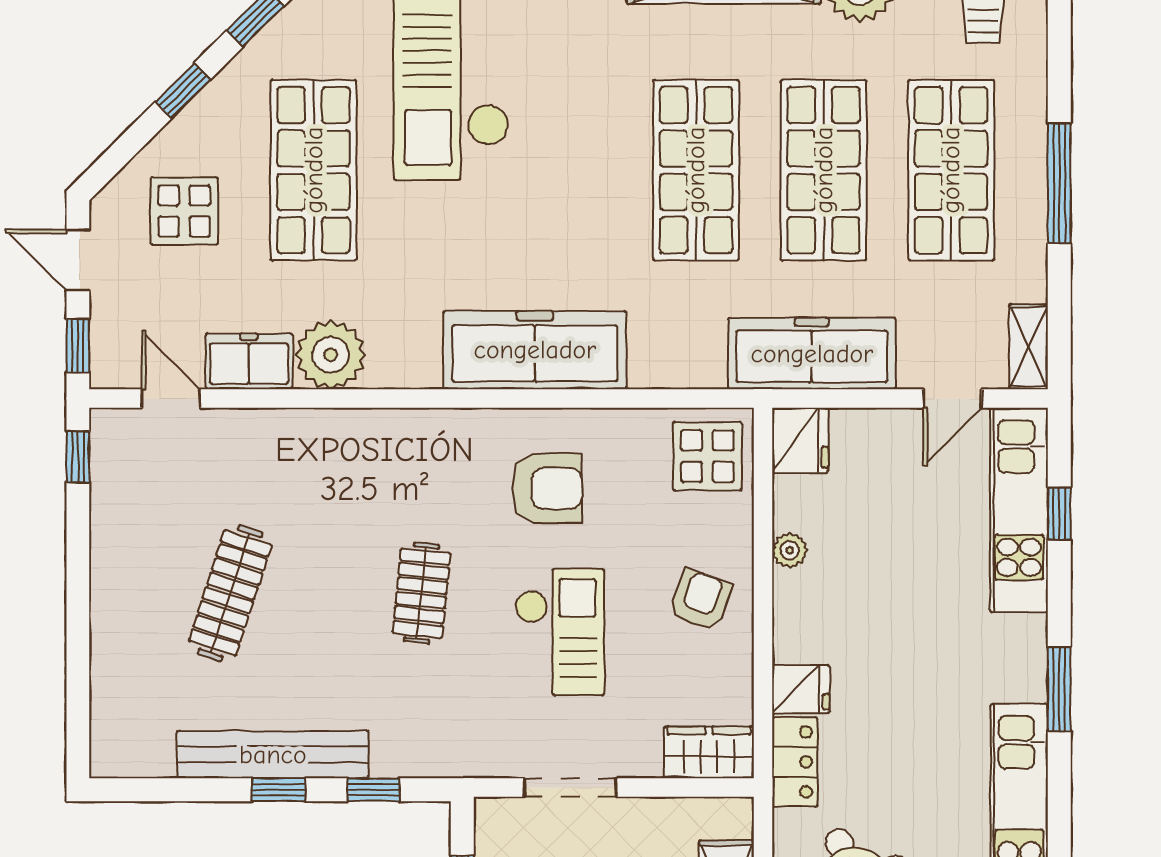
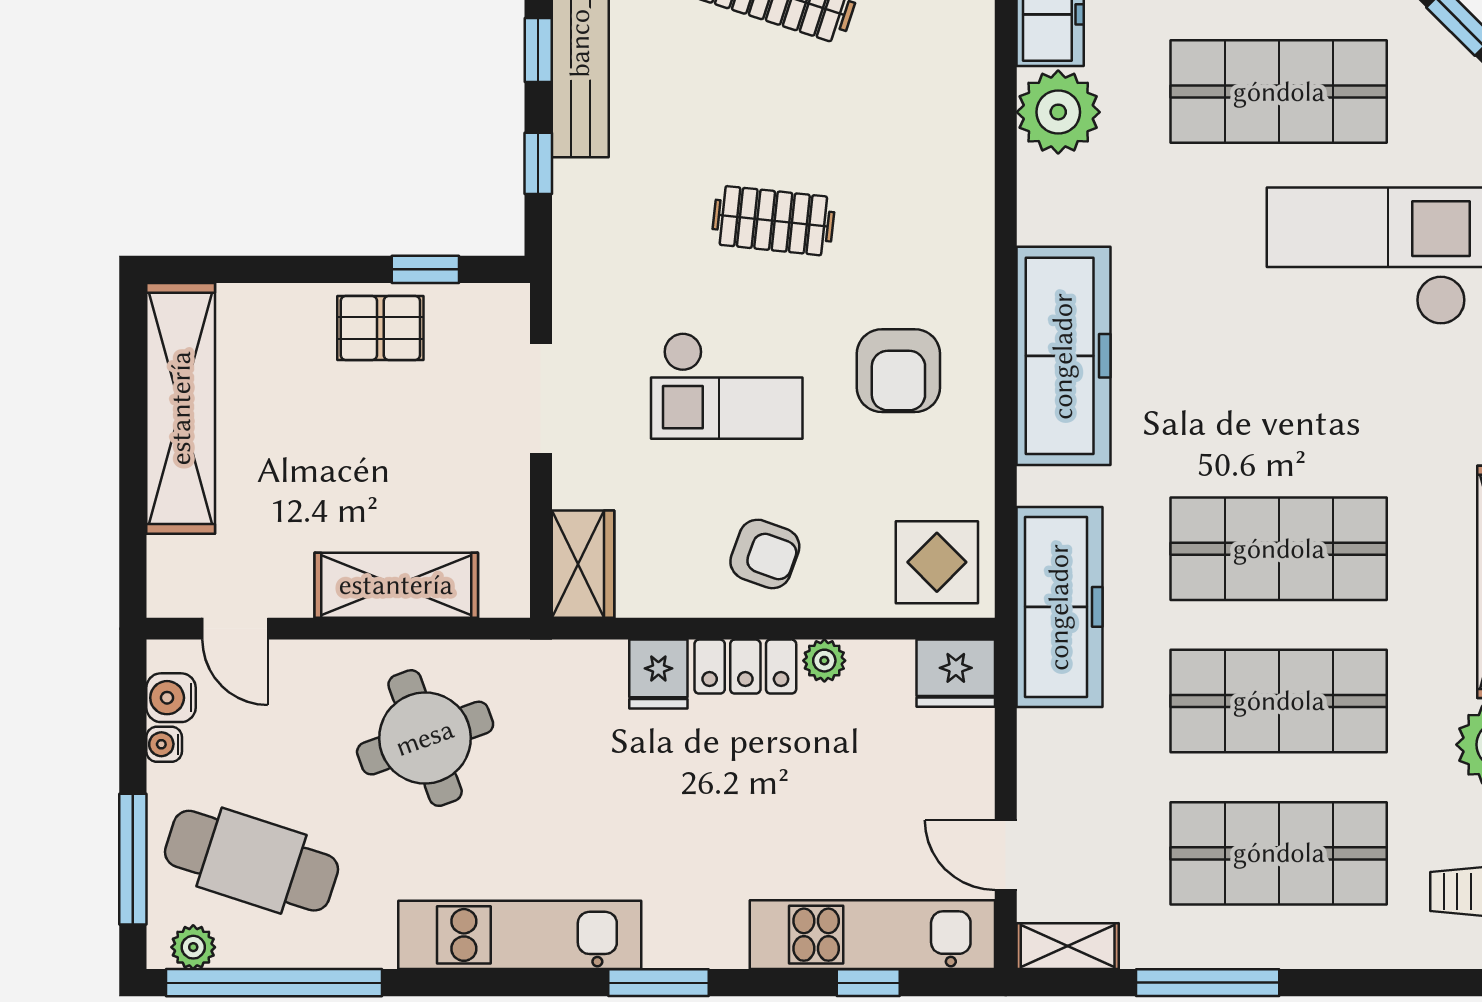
window: (1059, 183) -> (1208, 983), moved
freezer: (812, 354) -> (1059, 607), moved
locker: (795, 762) -> (745, 667), moved

